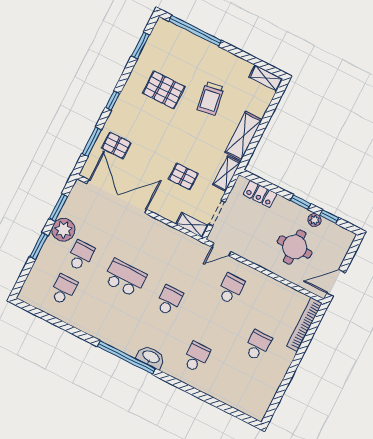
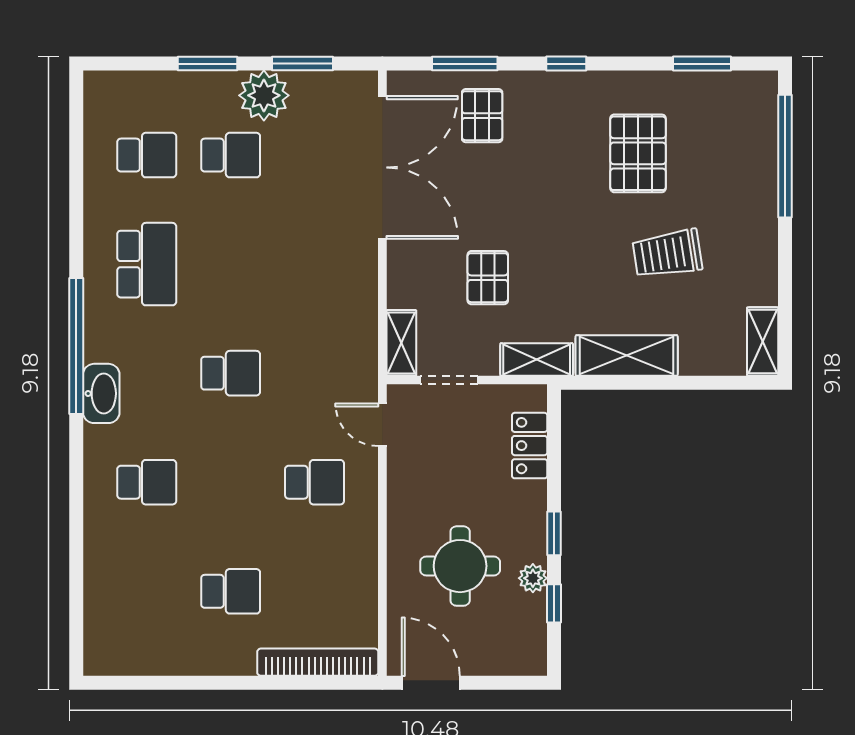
school desk: (125, 278) -> (147, 264), moved

